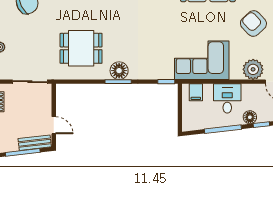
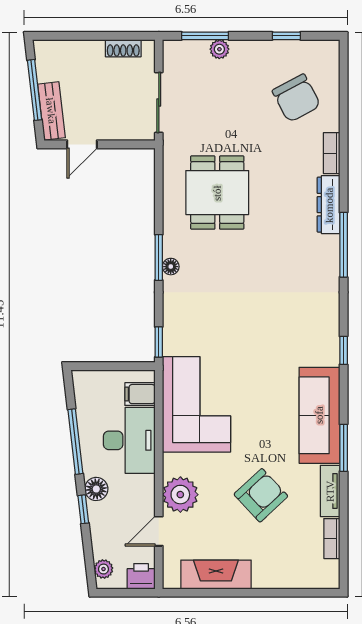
floor lamp: (119, 71) -> (171, 267), width x0.53, depth x0.53
desk: (227, 98) -> (129, 440), width x1.37

